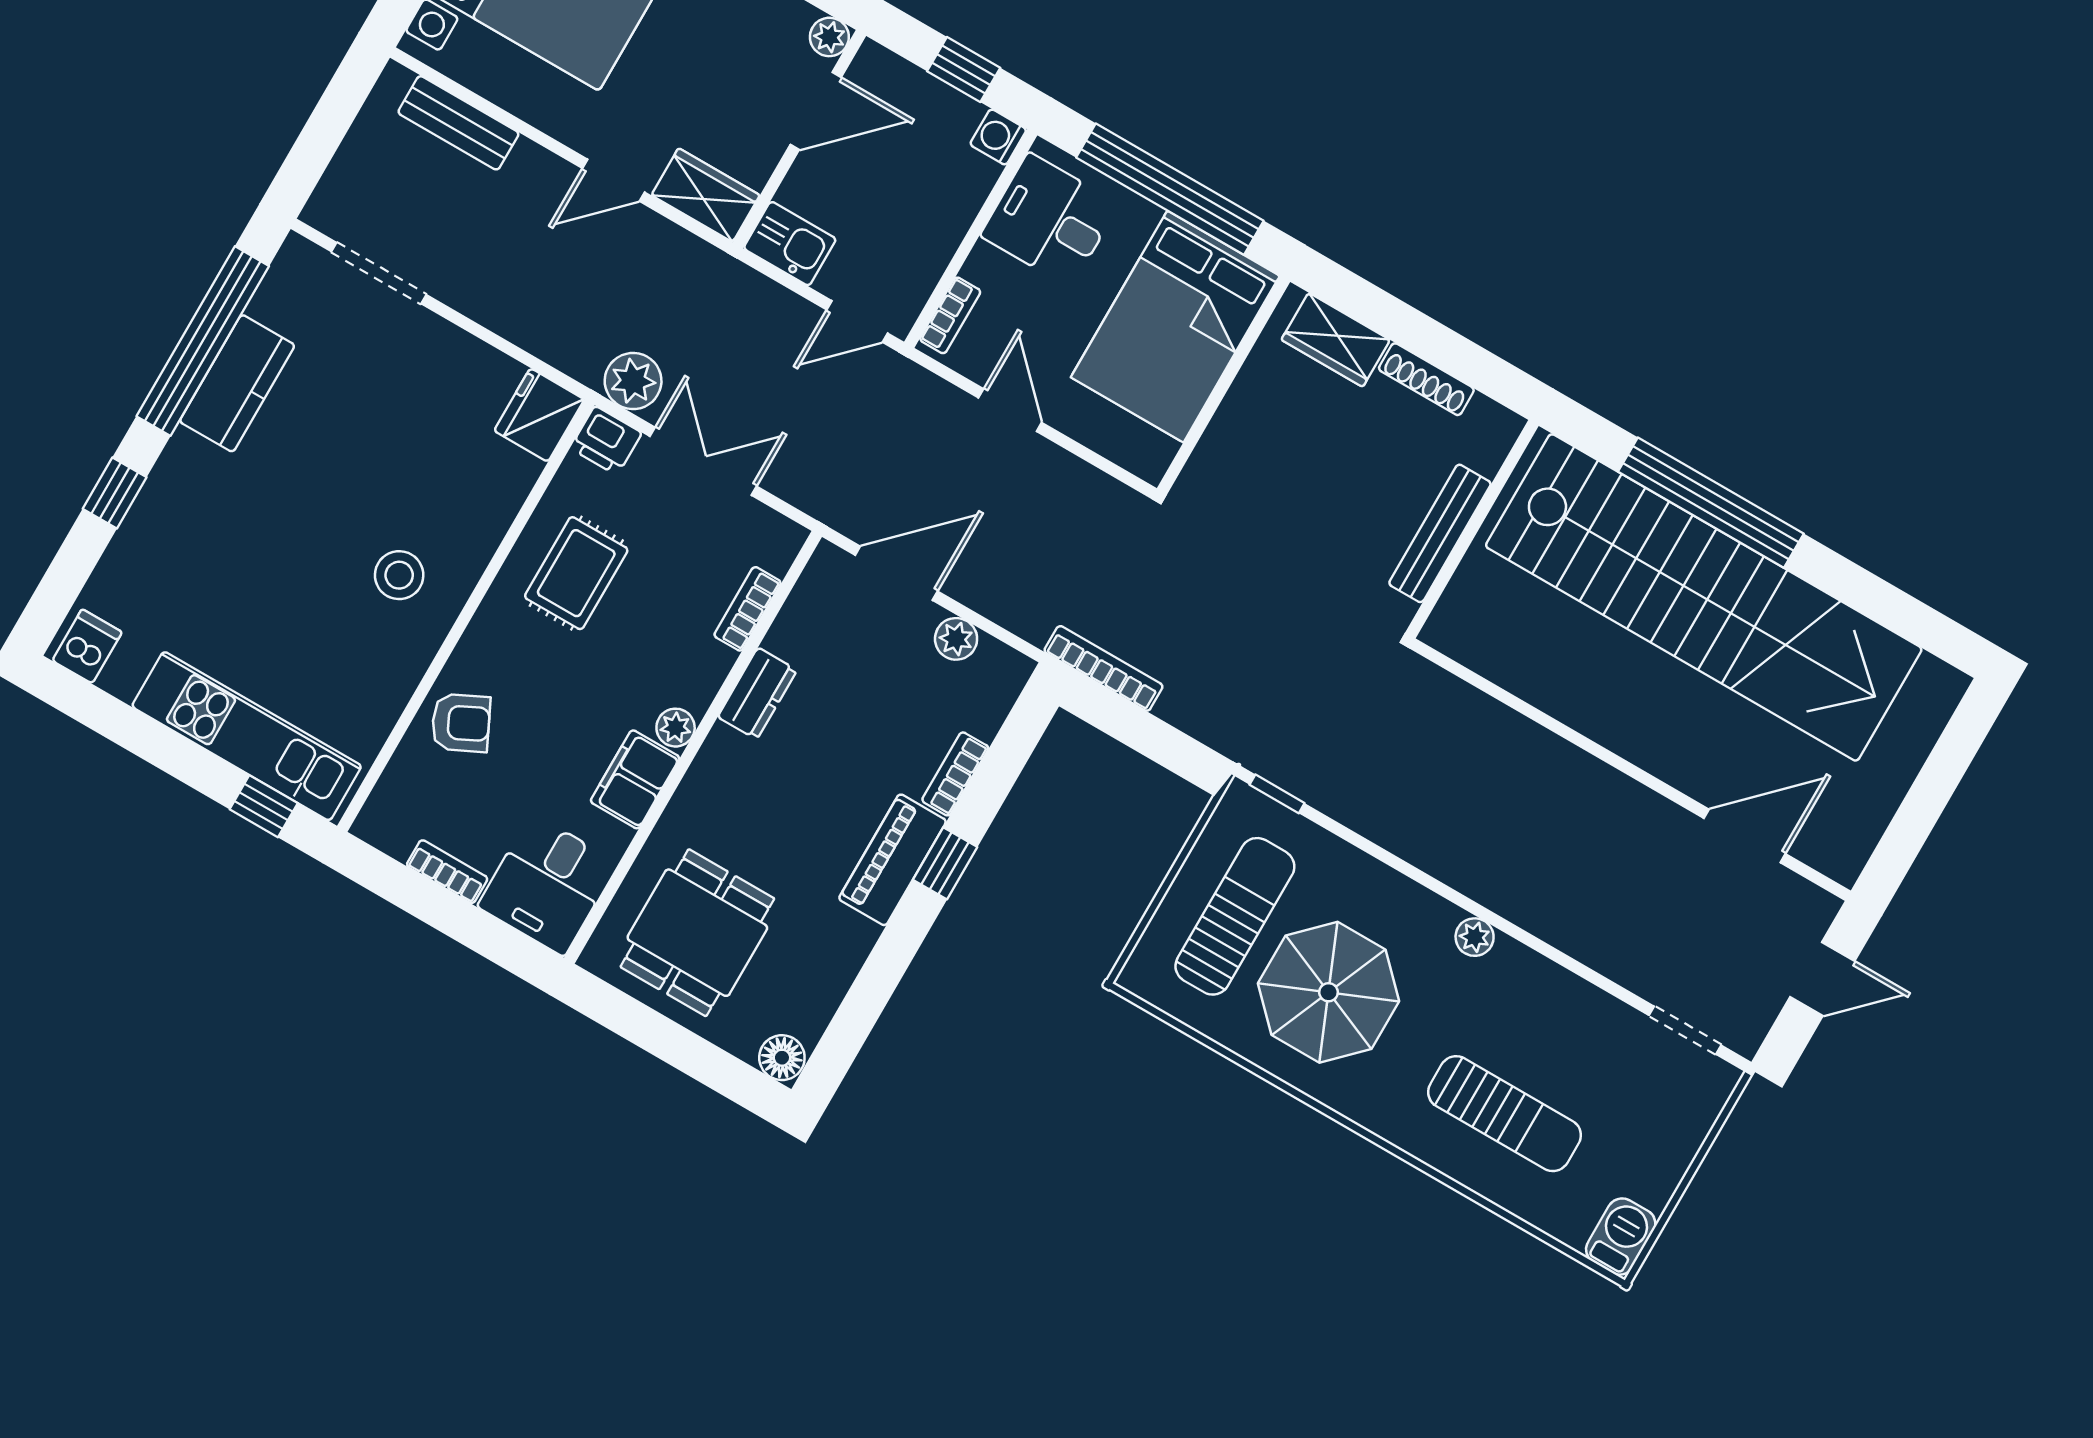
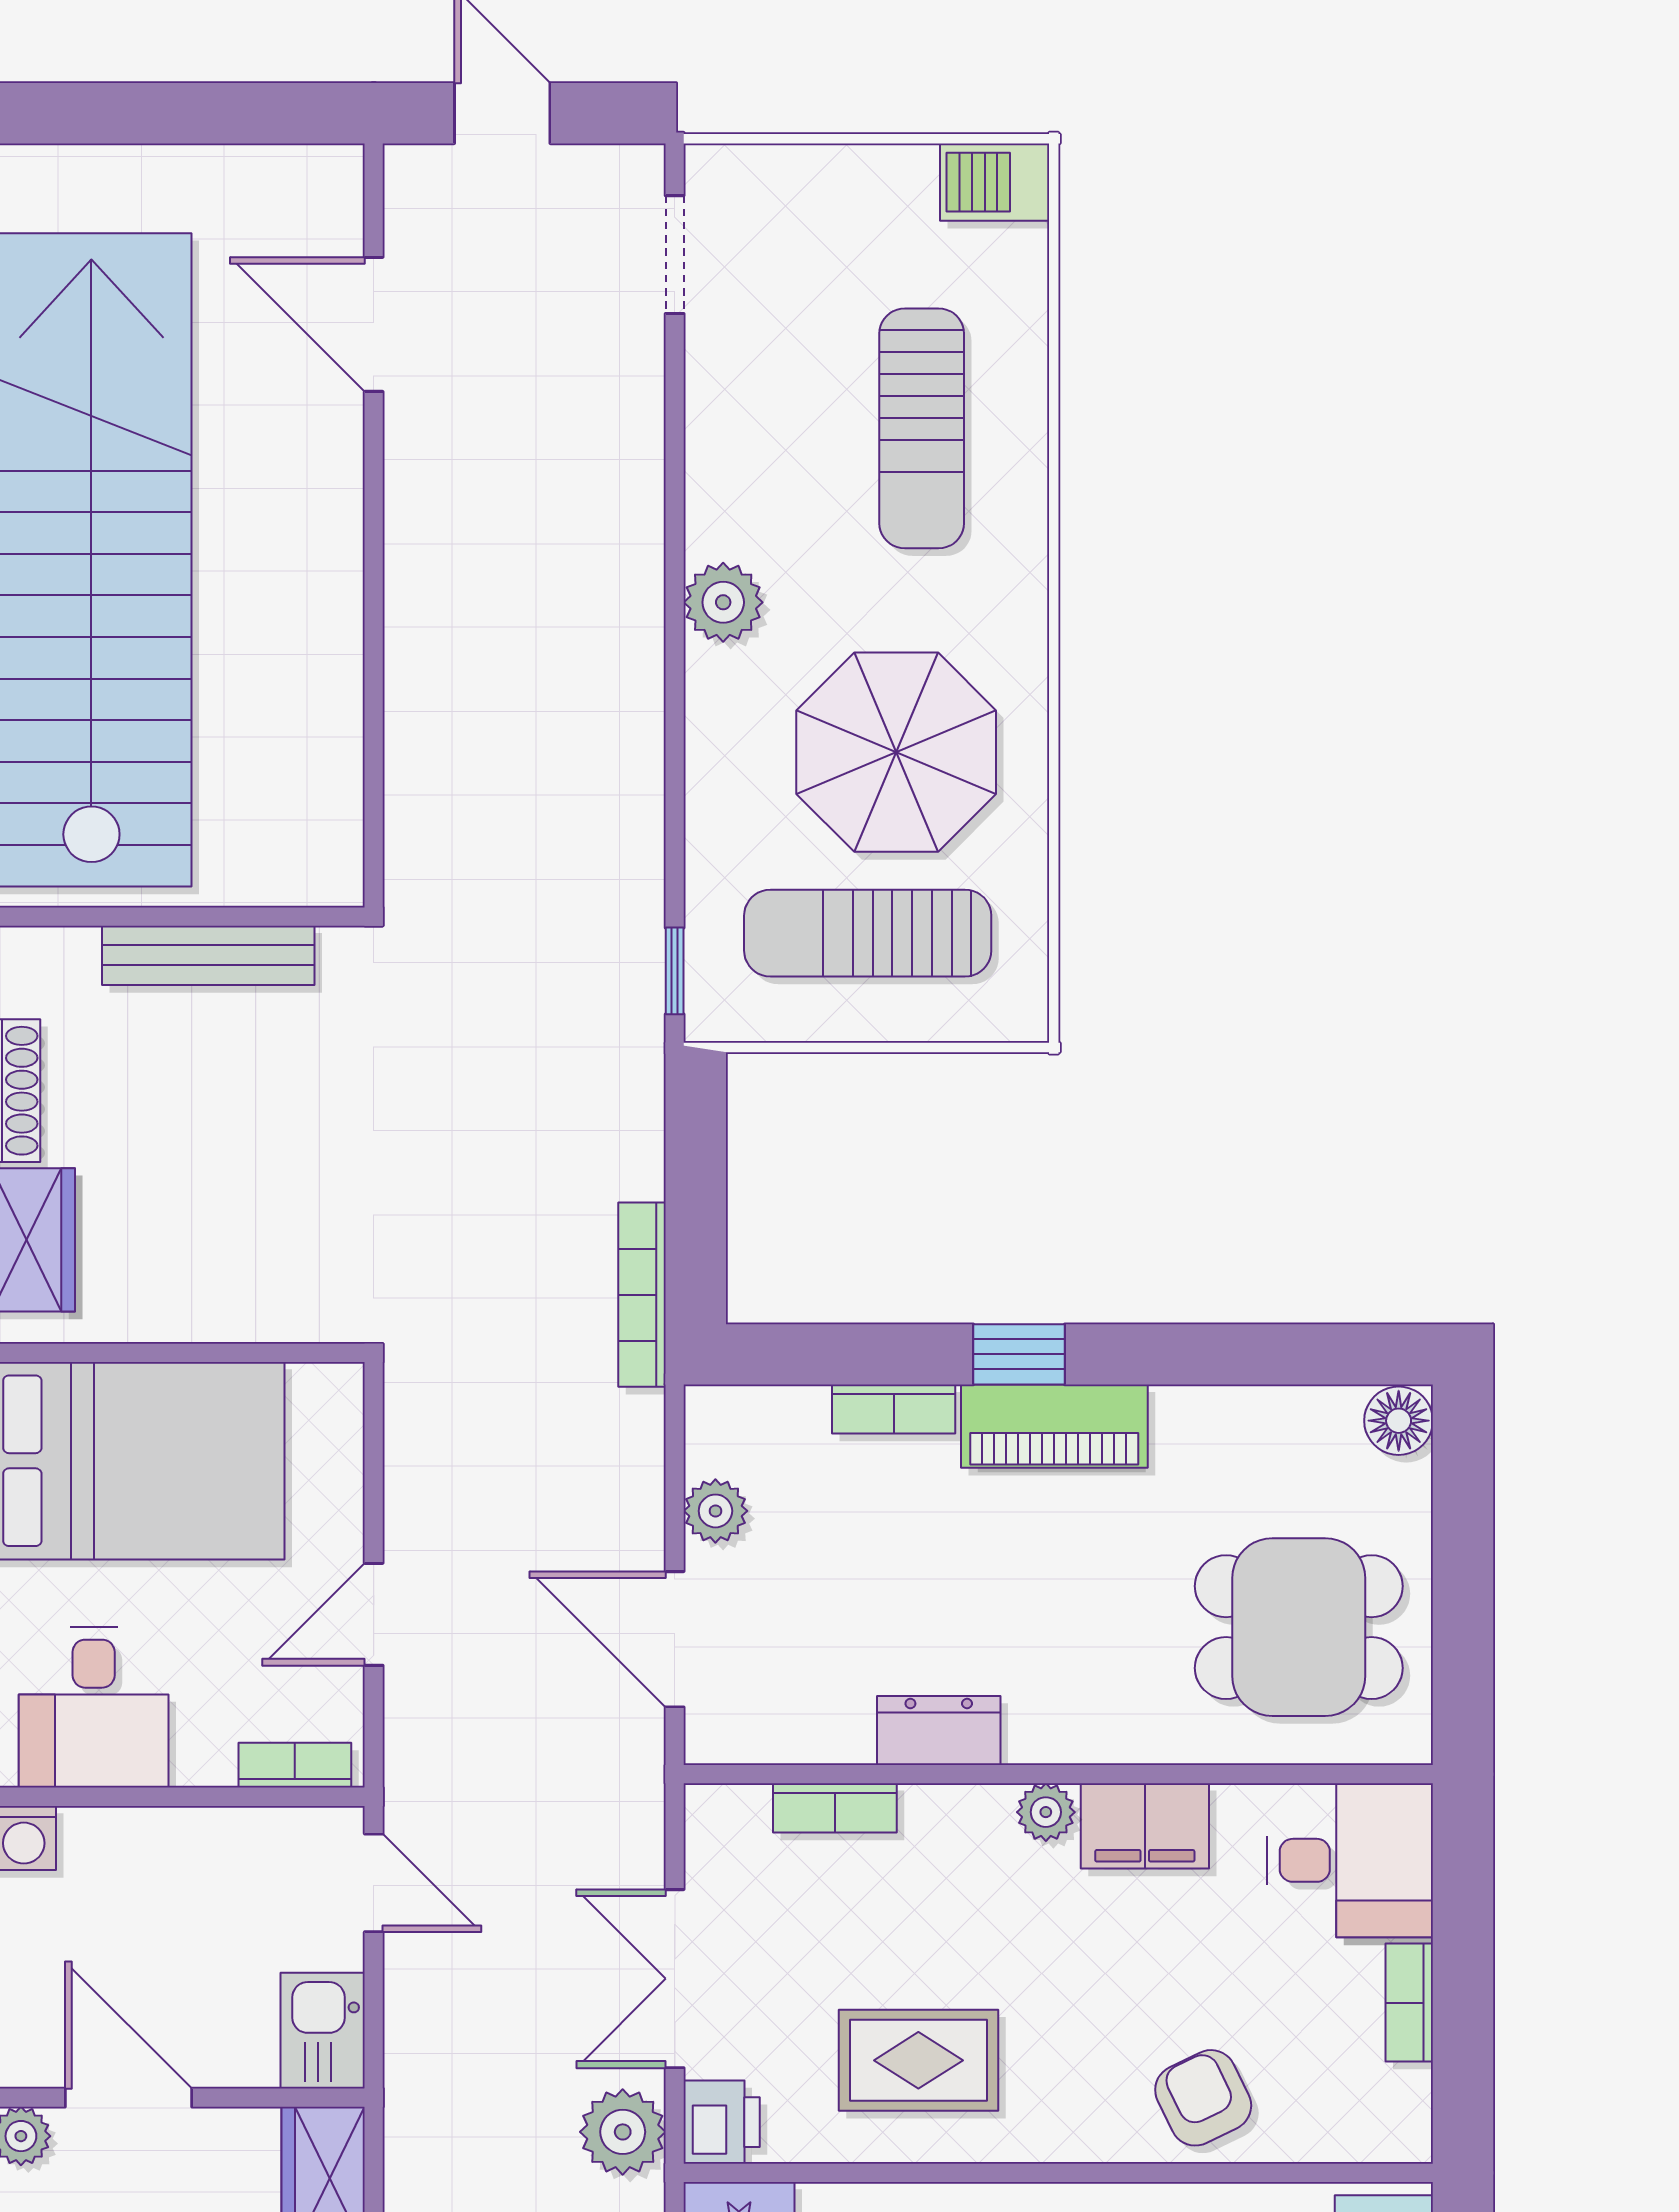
plant: (1475, 937) -> (723, 602), width x1.38, depth x1.38
sun lounger: (1505, 1114) -> (922, 428), turned 180

